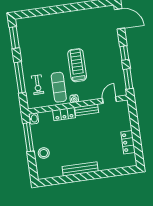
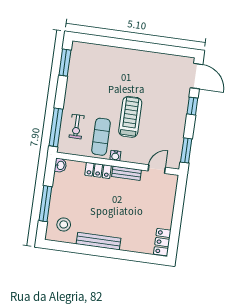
window: (124, 53) -> (192, 106), moved
window: (20, 77) -> (56, 127), moved
window: (28, 137) -> (45, 204), moved
locker: (128, 142) -> (162, 242), moved
stool: (44, 153) -> (64, 224), moved

